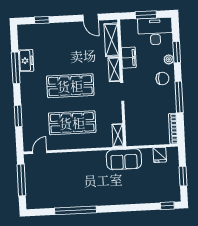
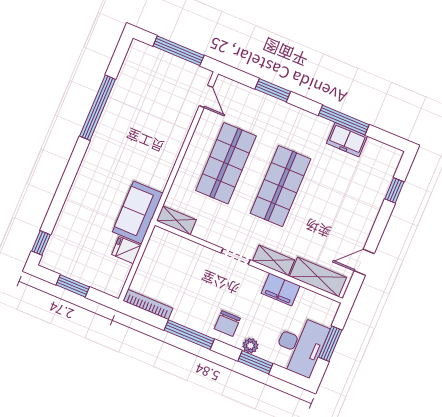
fridge: (160, 155) -> (126, 250), moved

